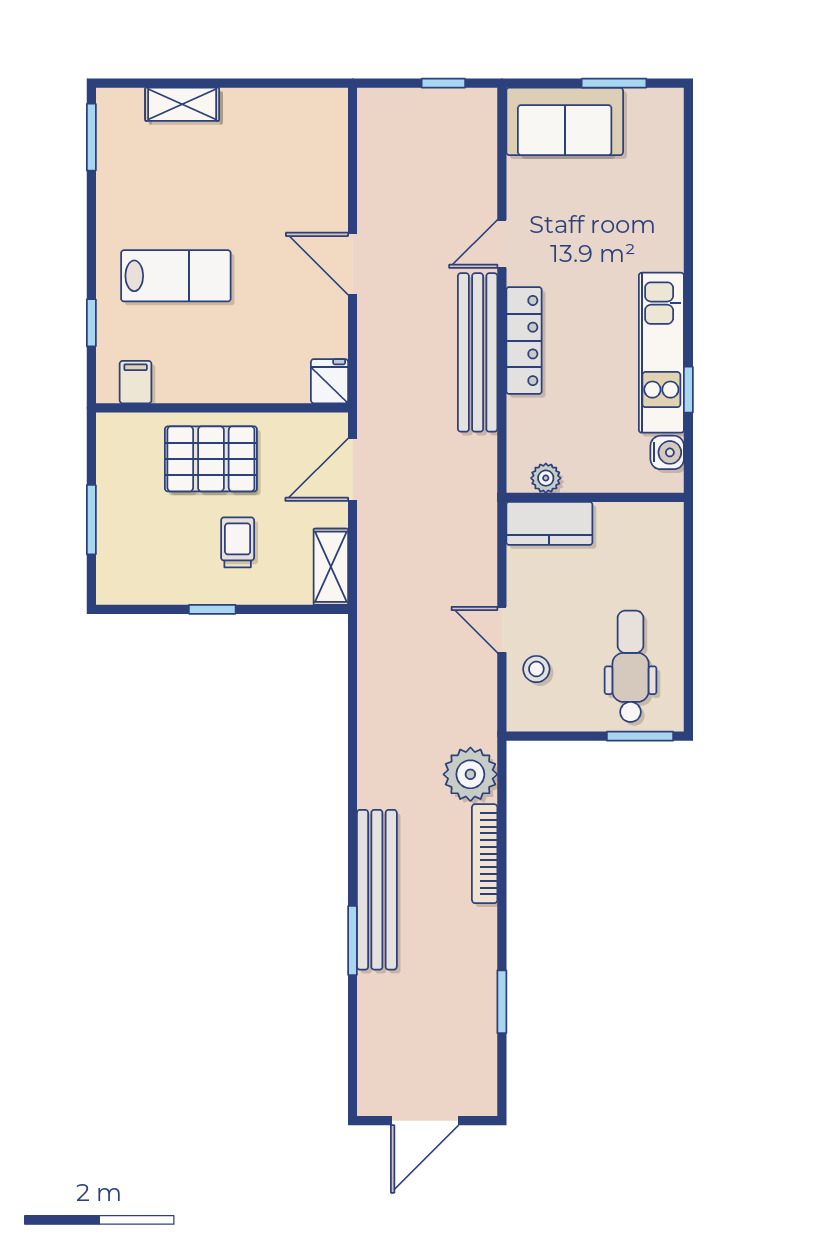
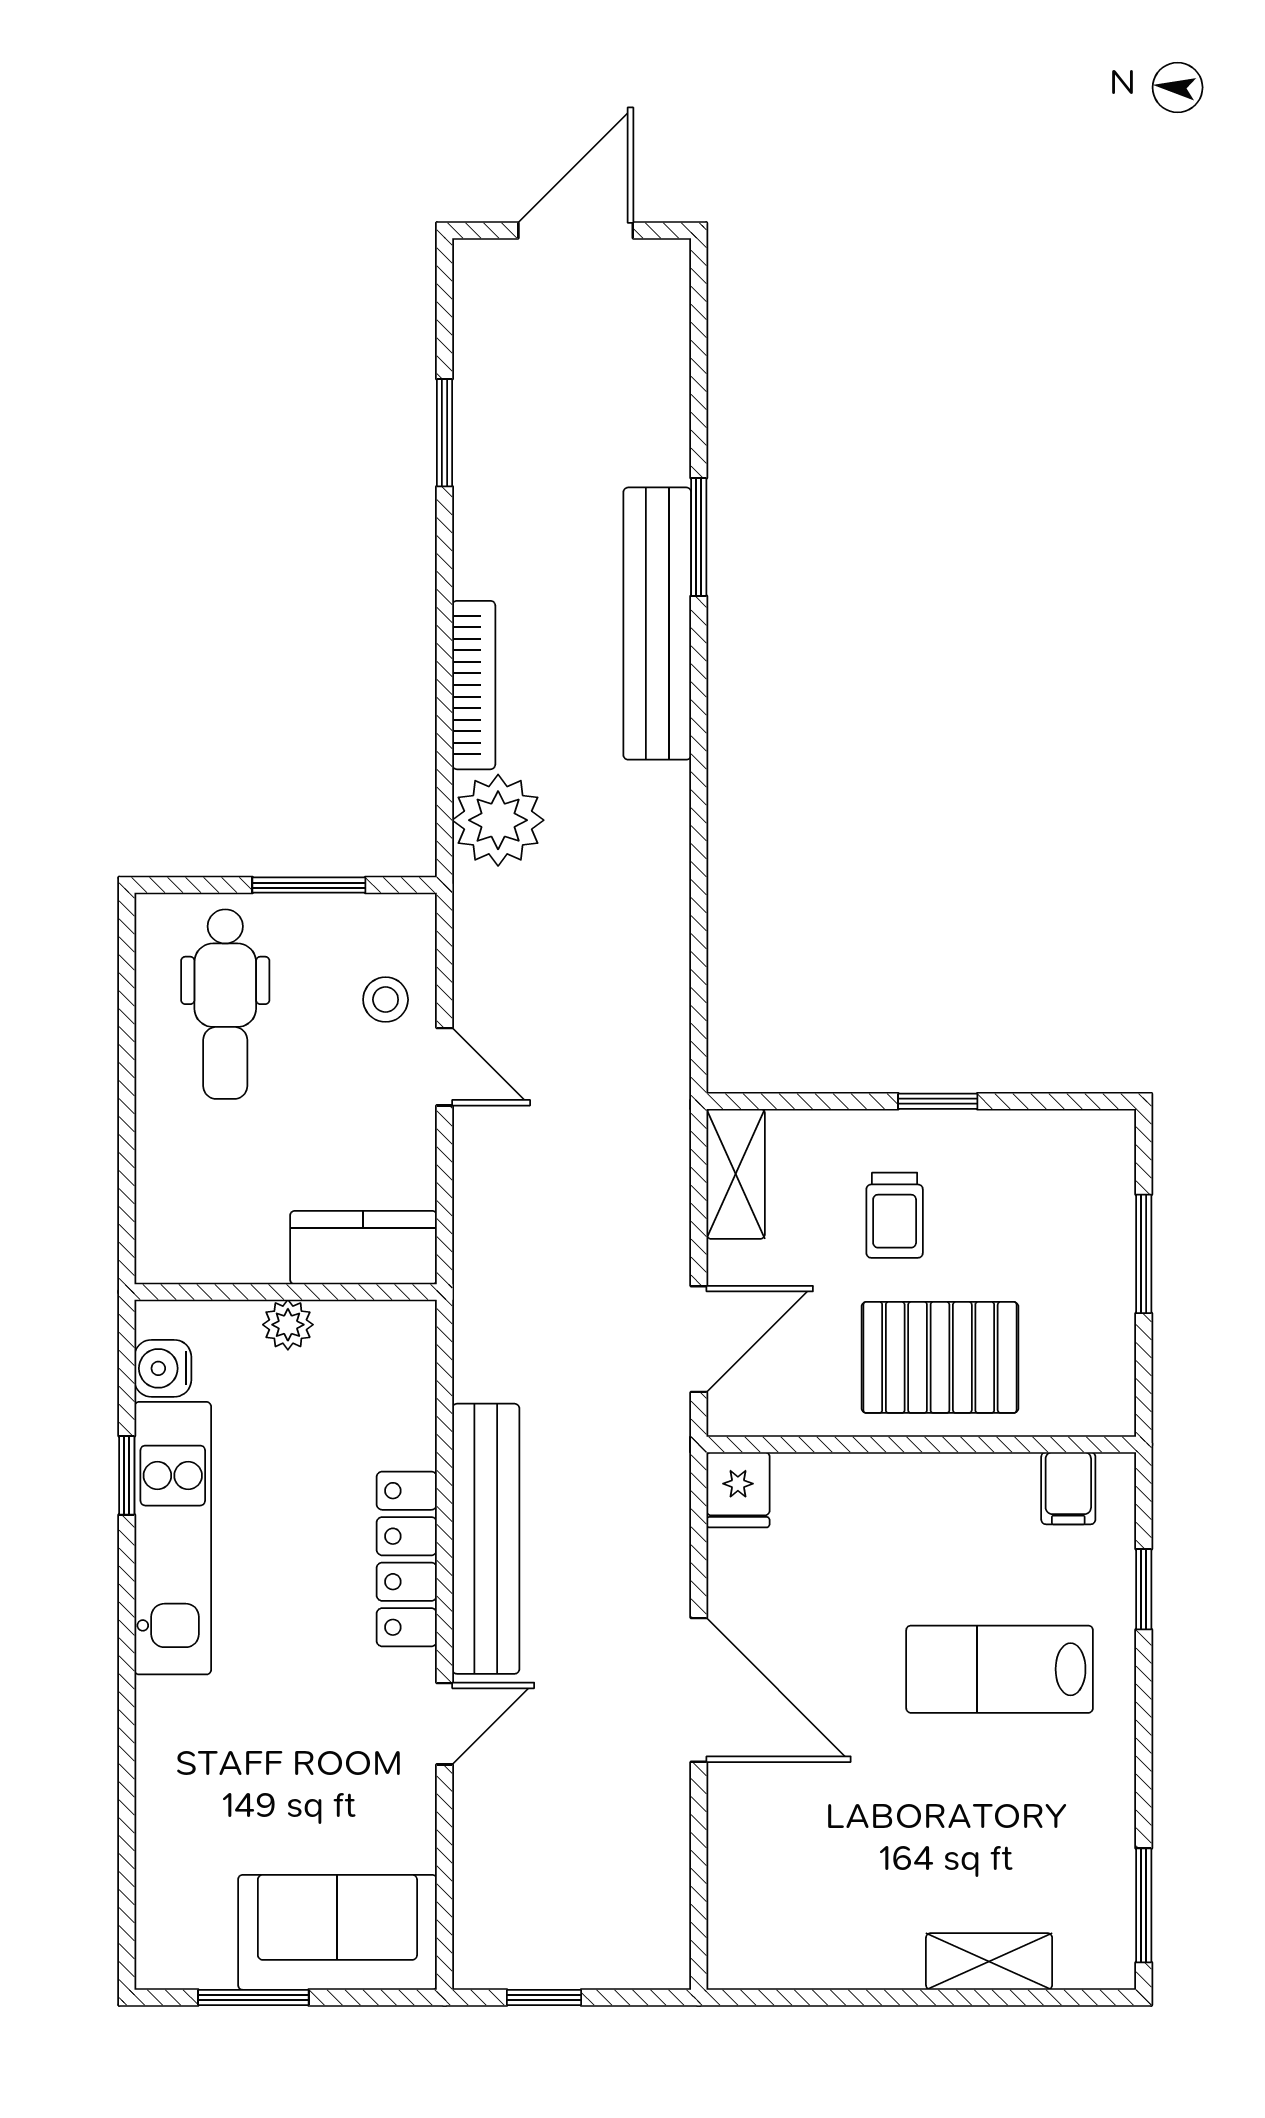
door: (353, 264) -> (699, 1690), width x1.36
plant: (546, 478) -> (288, 1325), moved
window: (640, 736) -> (309, 885), moved

